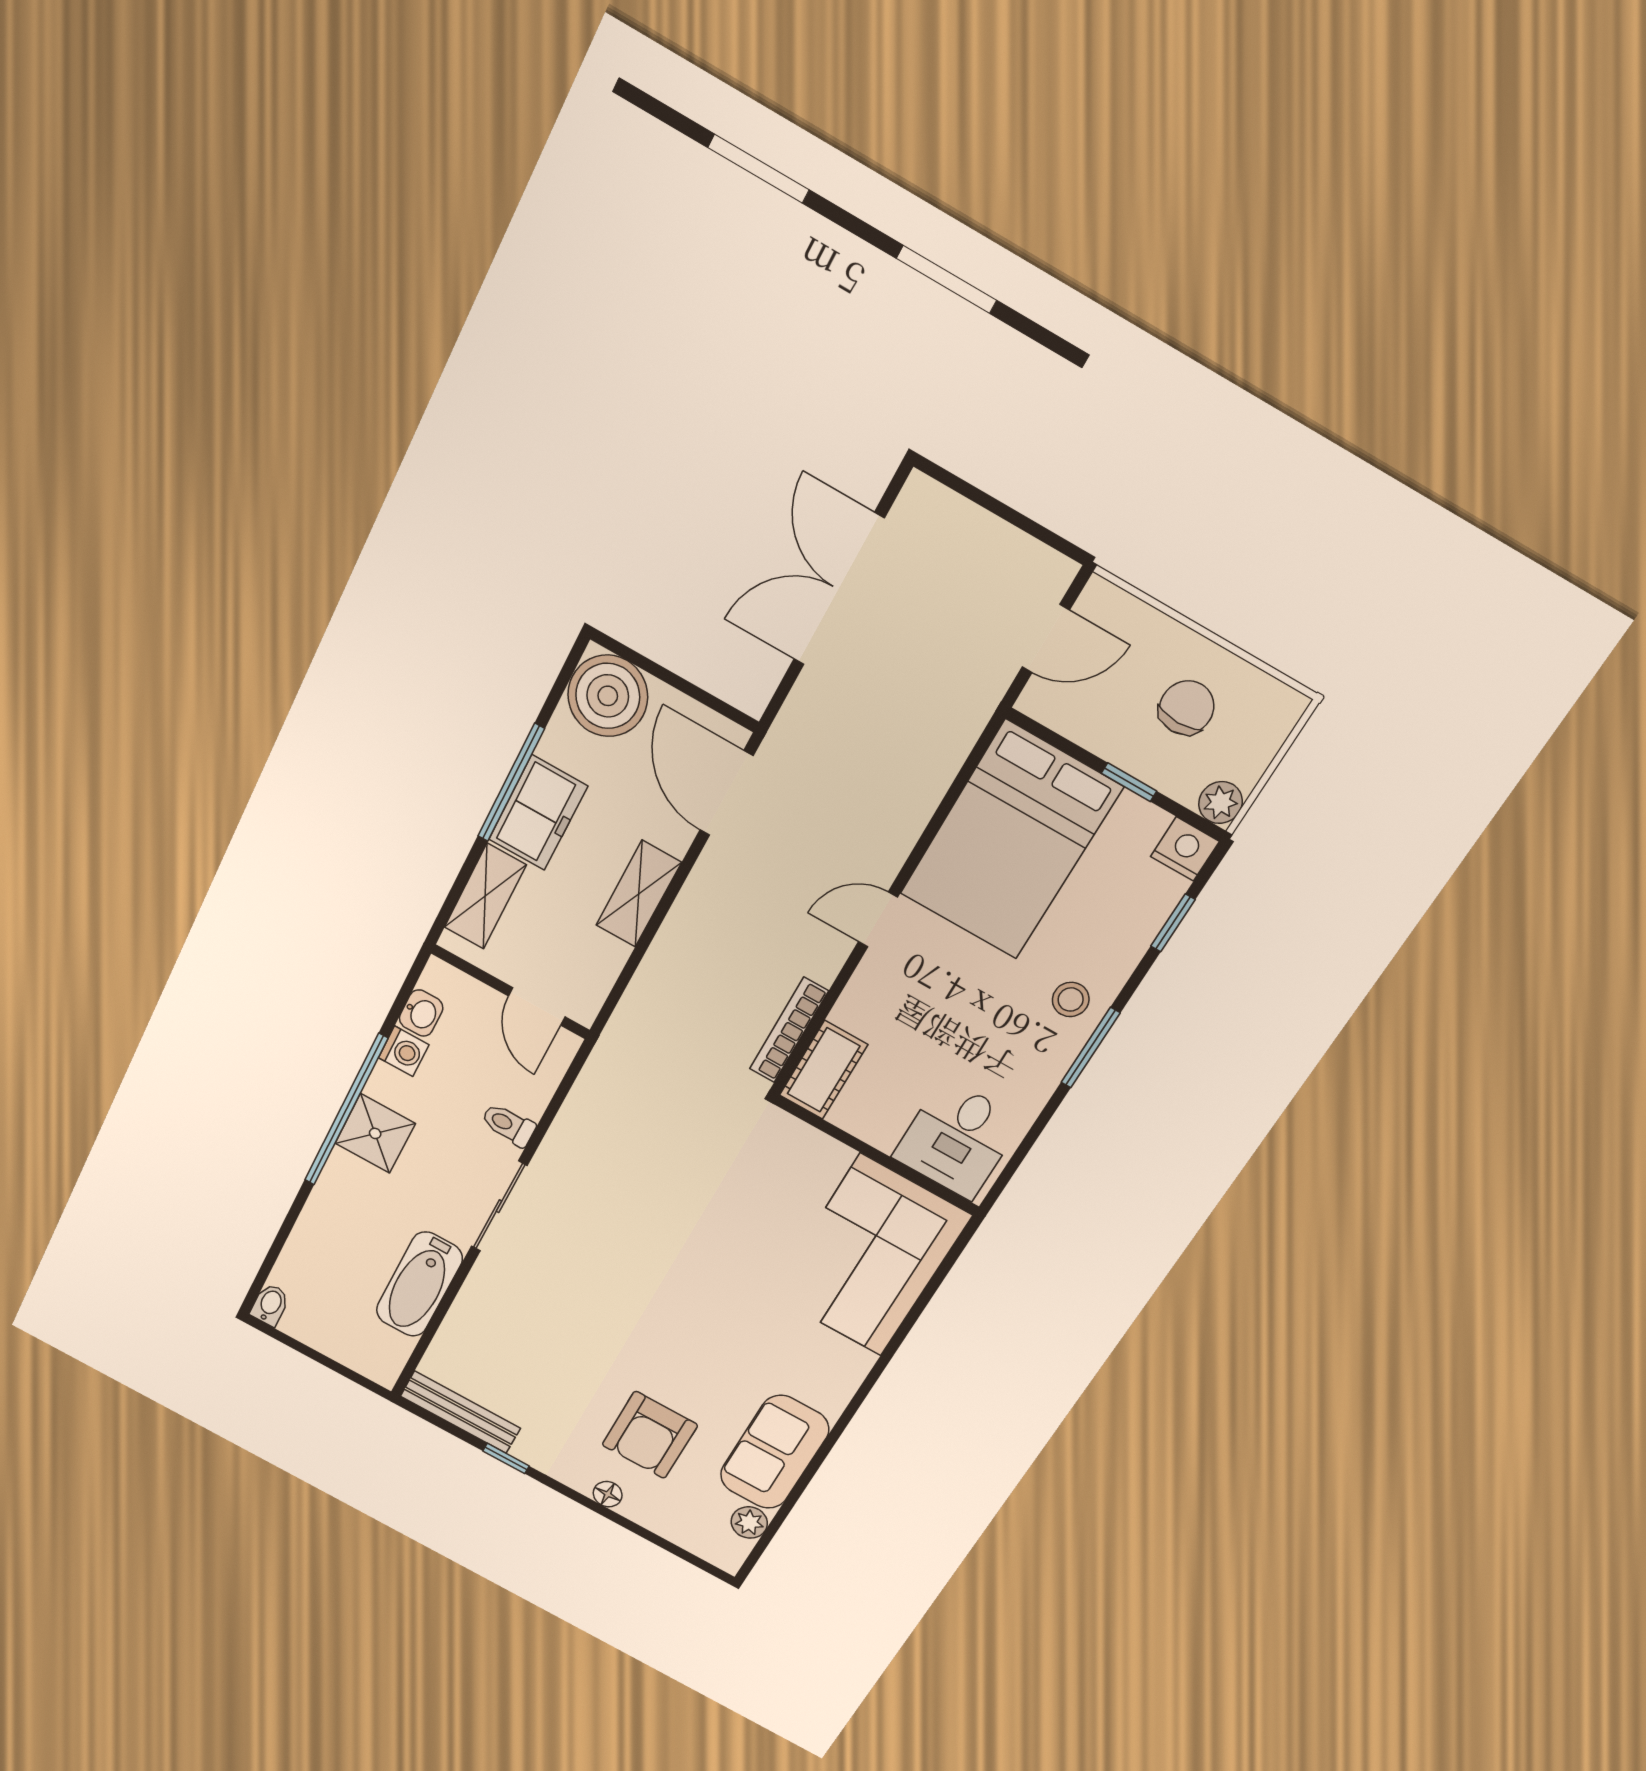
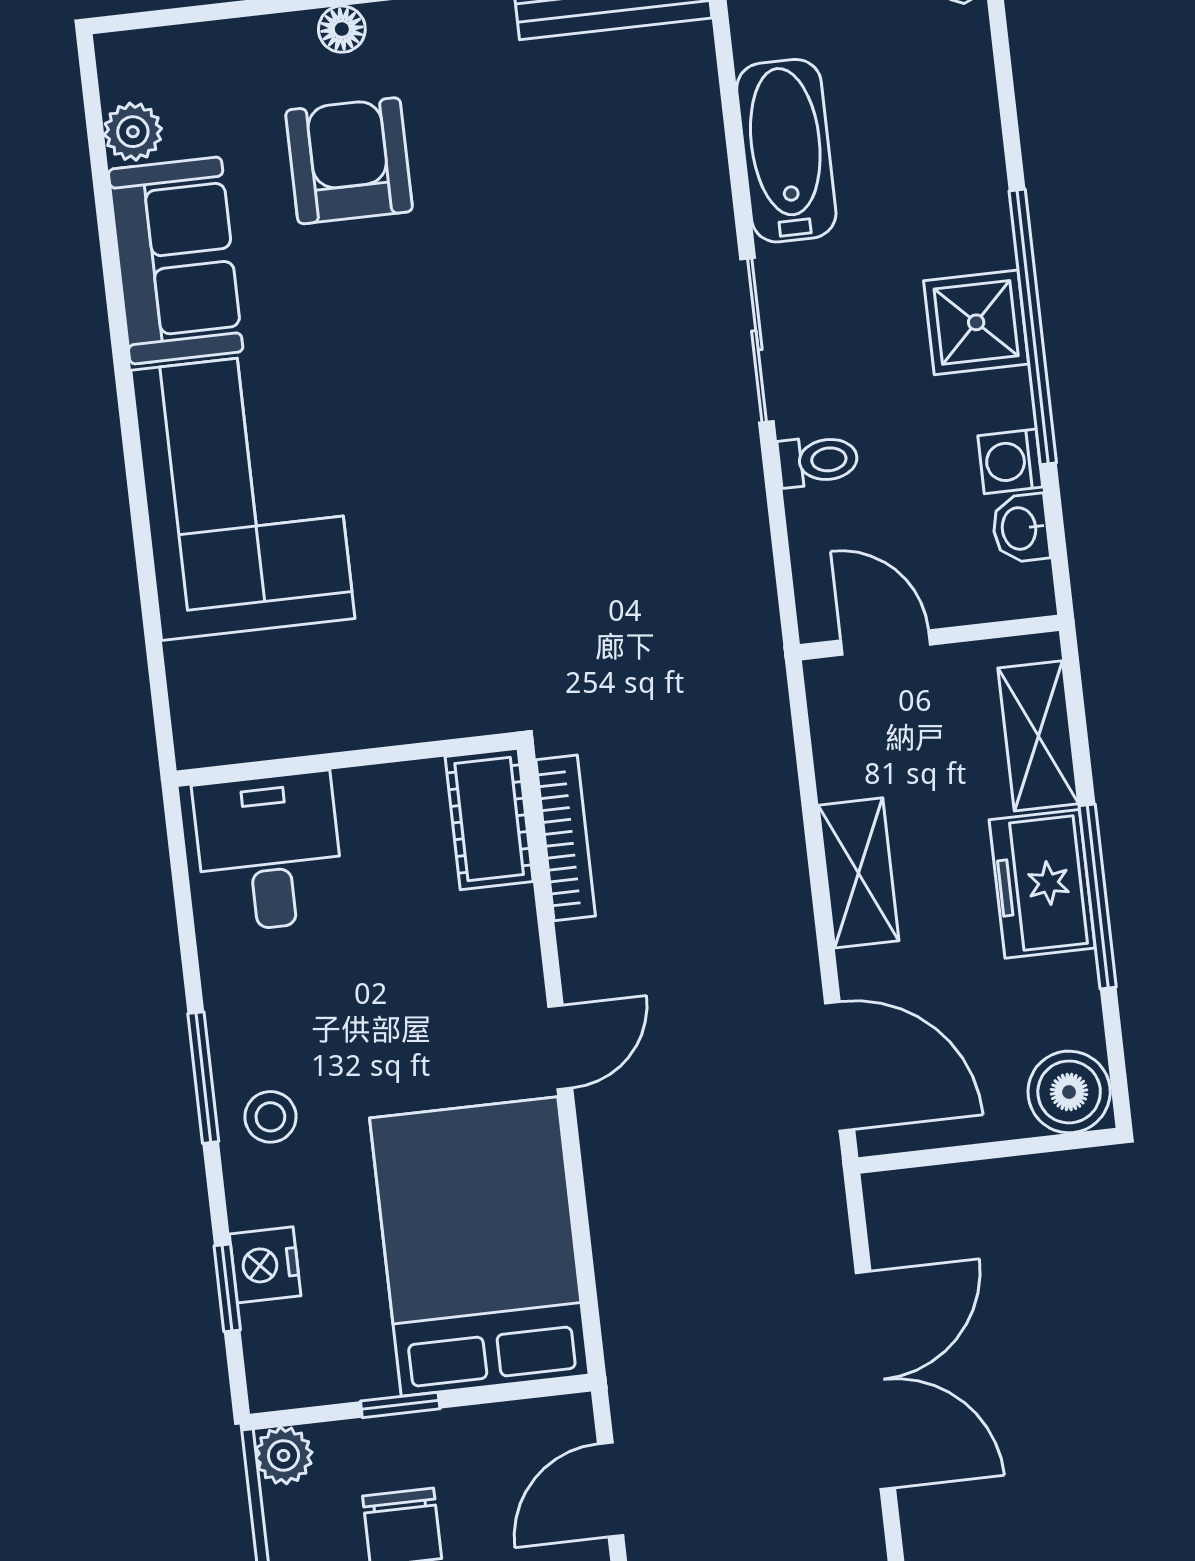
boiler: (608, 696) -> (1069, 1092), width x0.73, depth x0.73
nightstand: (1185, 849) -> (265, 1265), moved, turned 90
corner sofa: (871, 1256) -> (243, 494), moved

